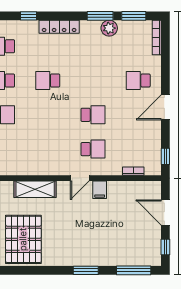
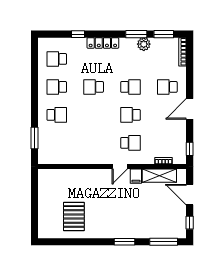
school desk: (93, 81) -> (130, 87), added
school desk: (93, 115) -> (130, 115), turned 180
shelving: (35, 189) -> (159, 176), moved
pallet: (23, 239) -> (74, 216), width x0.73, depth x0.71

